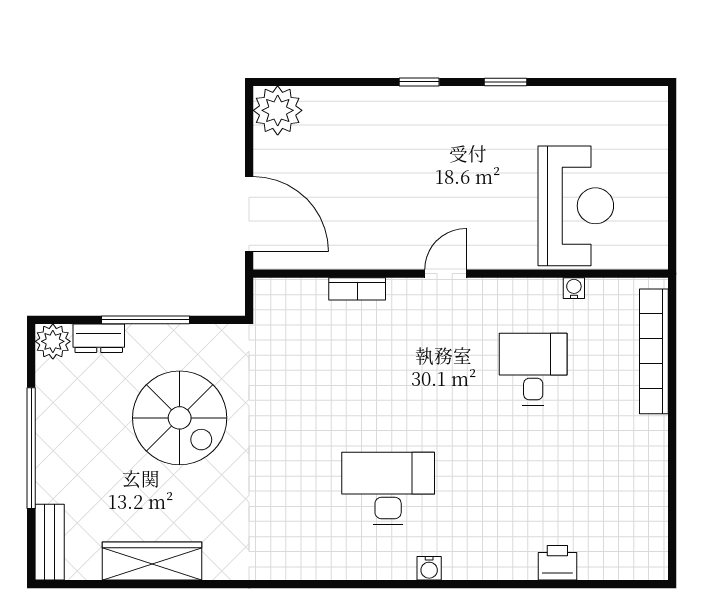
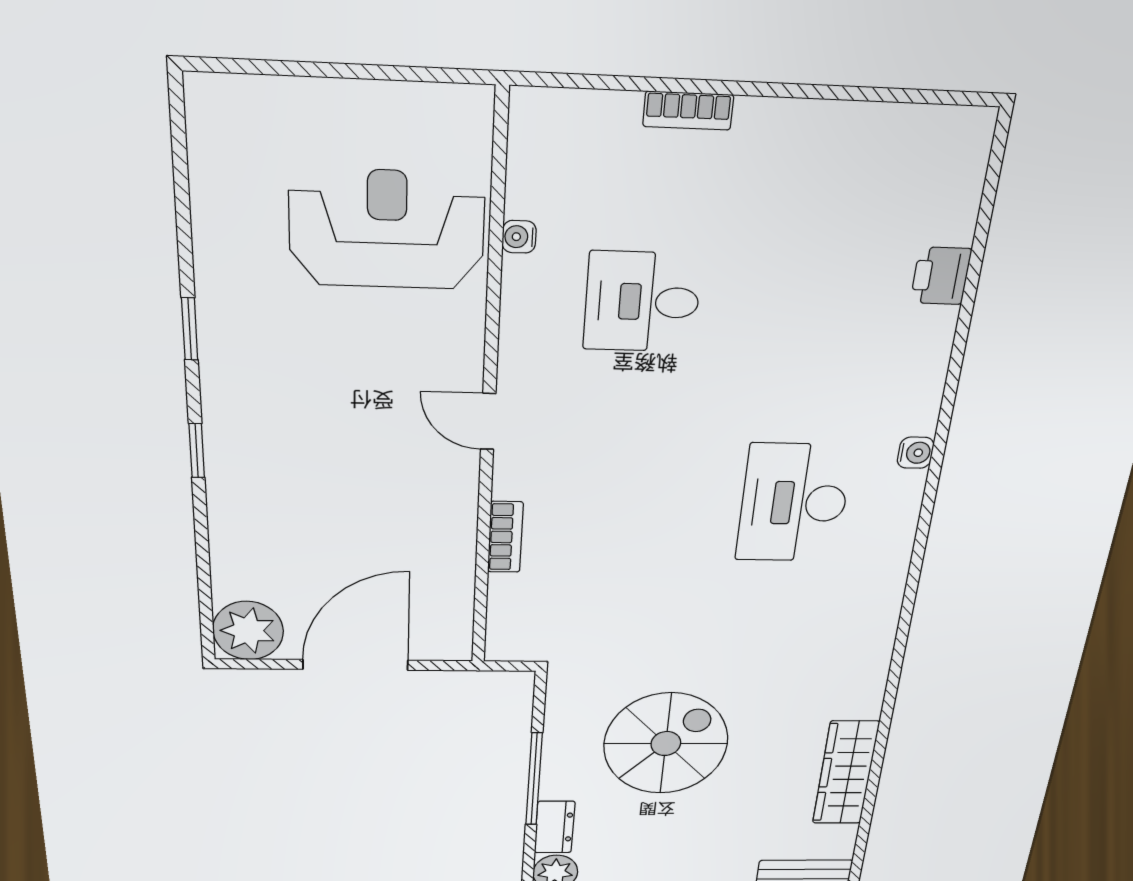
door: (249, 214) -> (355, 665), moved
bookcase: (654, 351) -> (688, 111), width x0.43, depth x0.76

